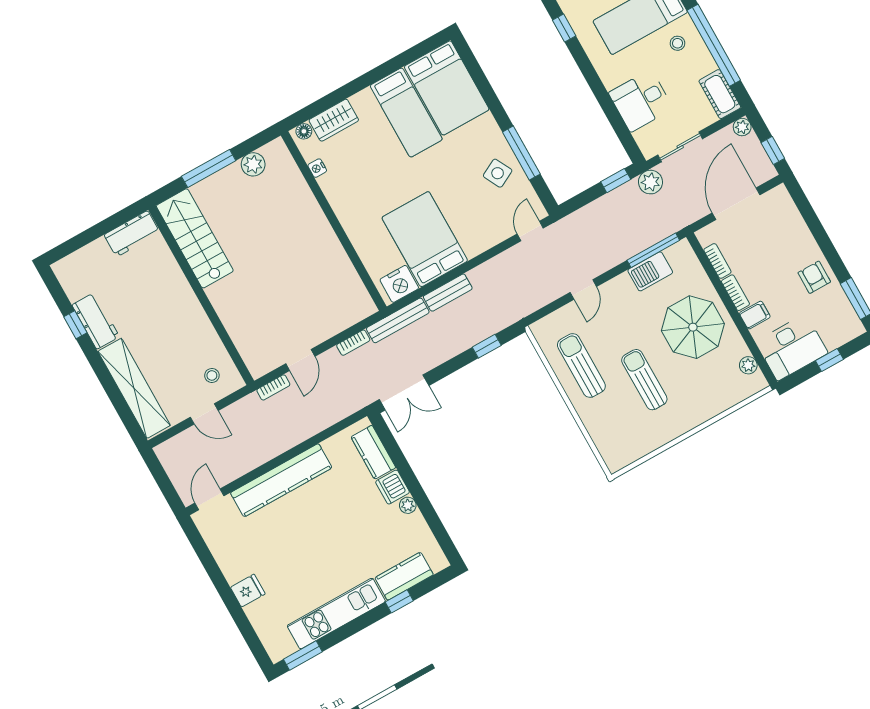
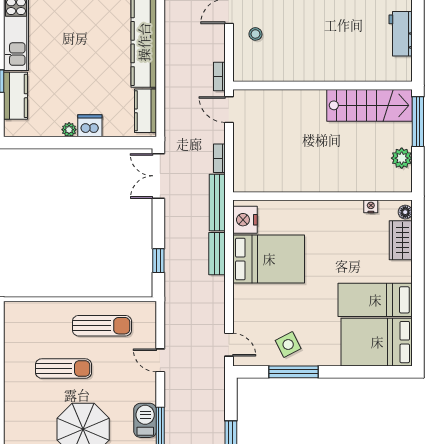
stairs: (195, 238) -> (370, 105), moved
wall: (201, 295) -> (322, 85), moved
kitchen counter: (373, 452) -> (145, 111), moved, turned -90

